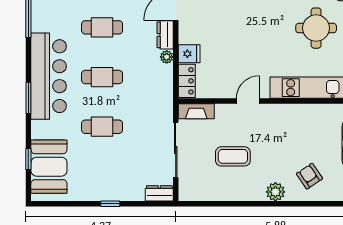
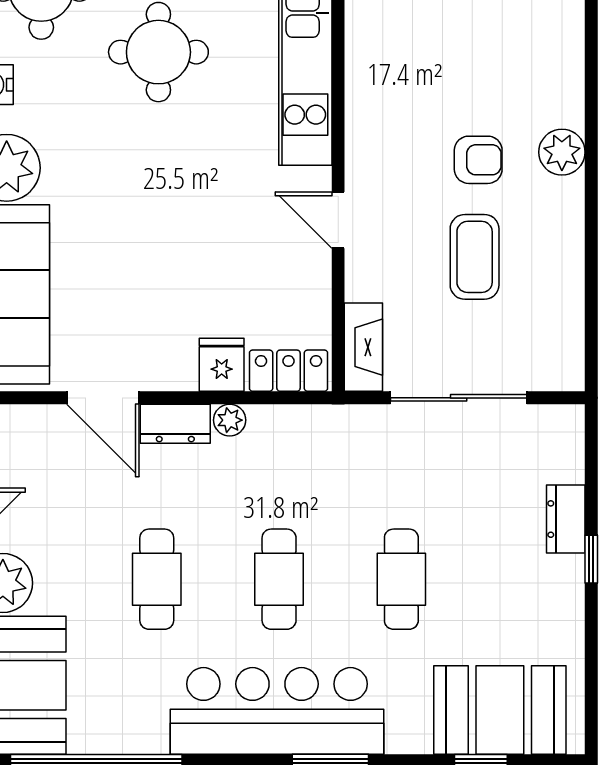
armchair: (309, 176) -> (478, 160), moved, turned -146
dresser: (159, 193) -> (566, 519), moved

